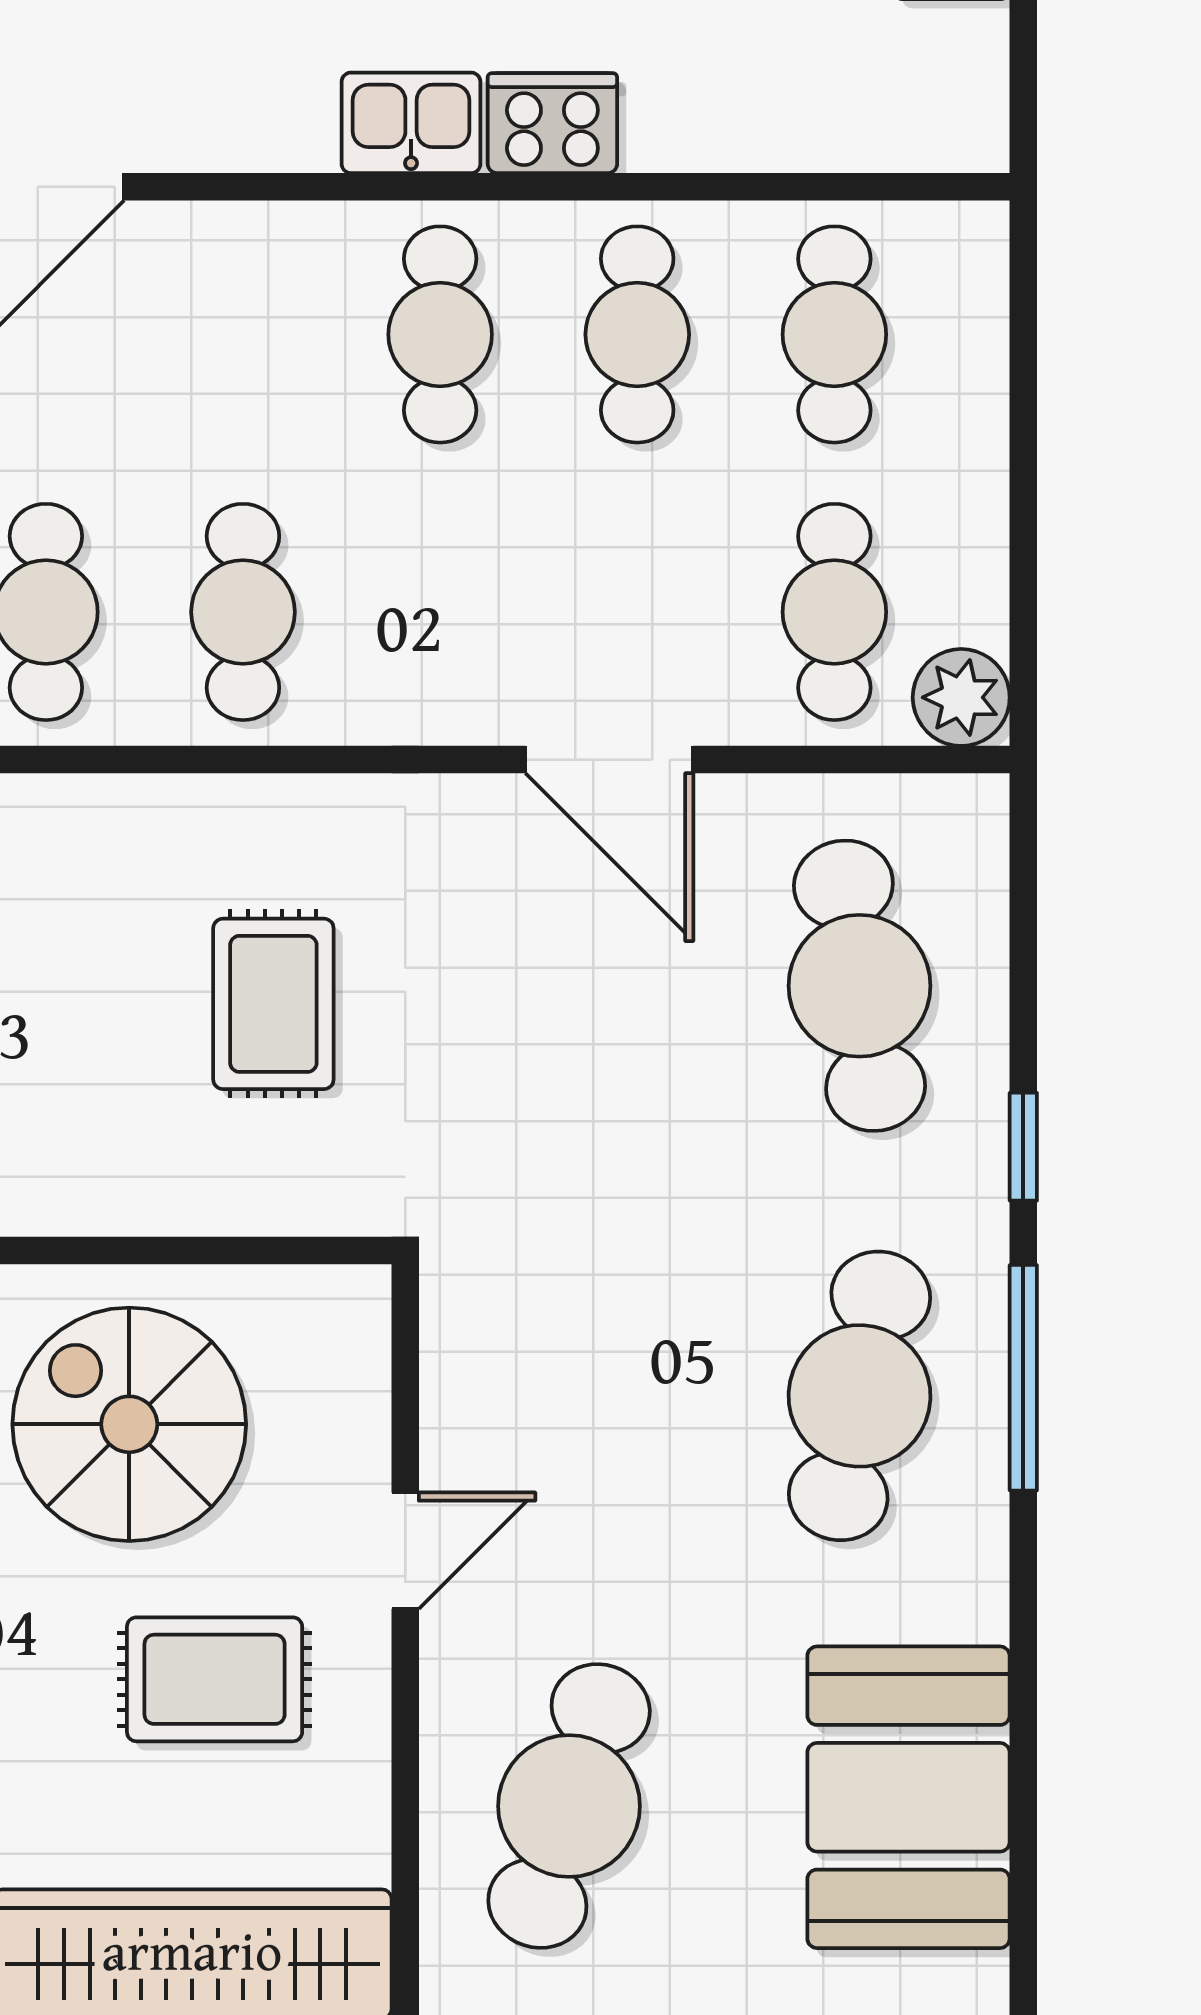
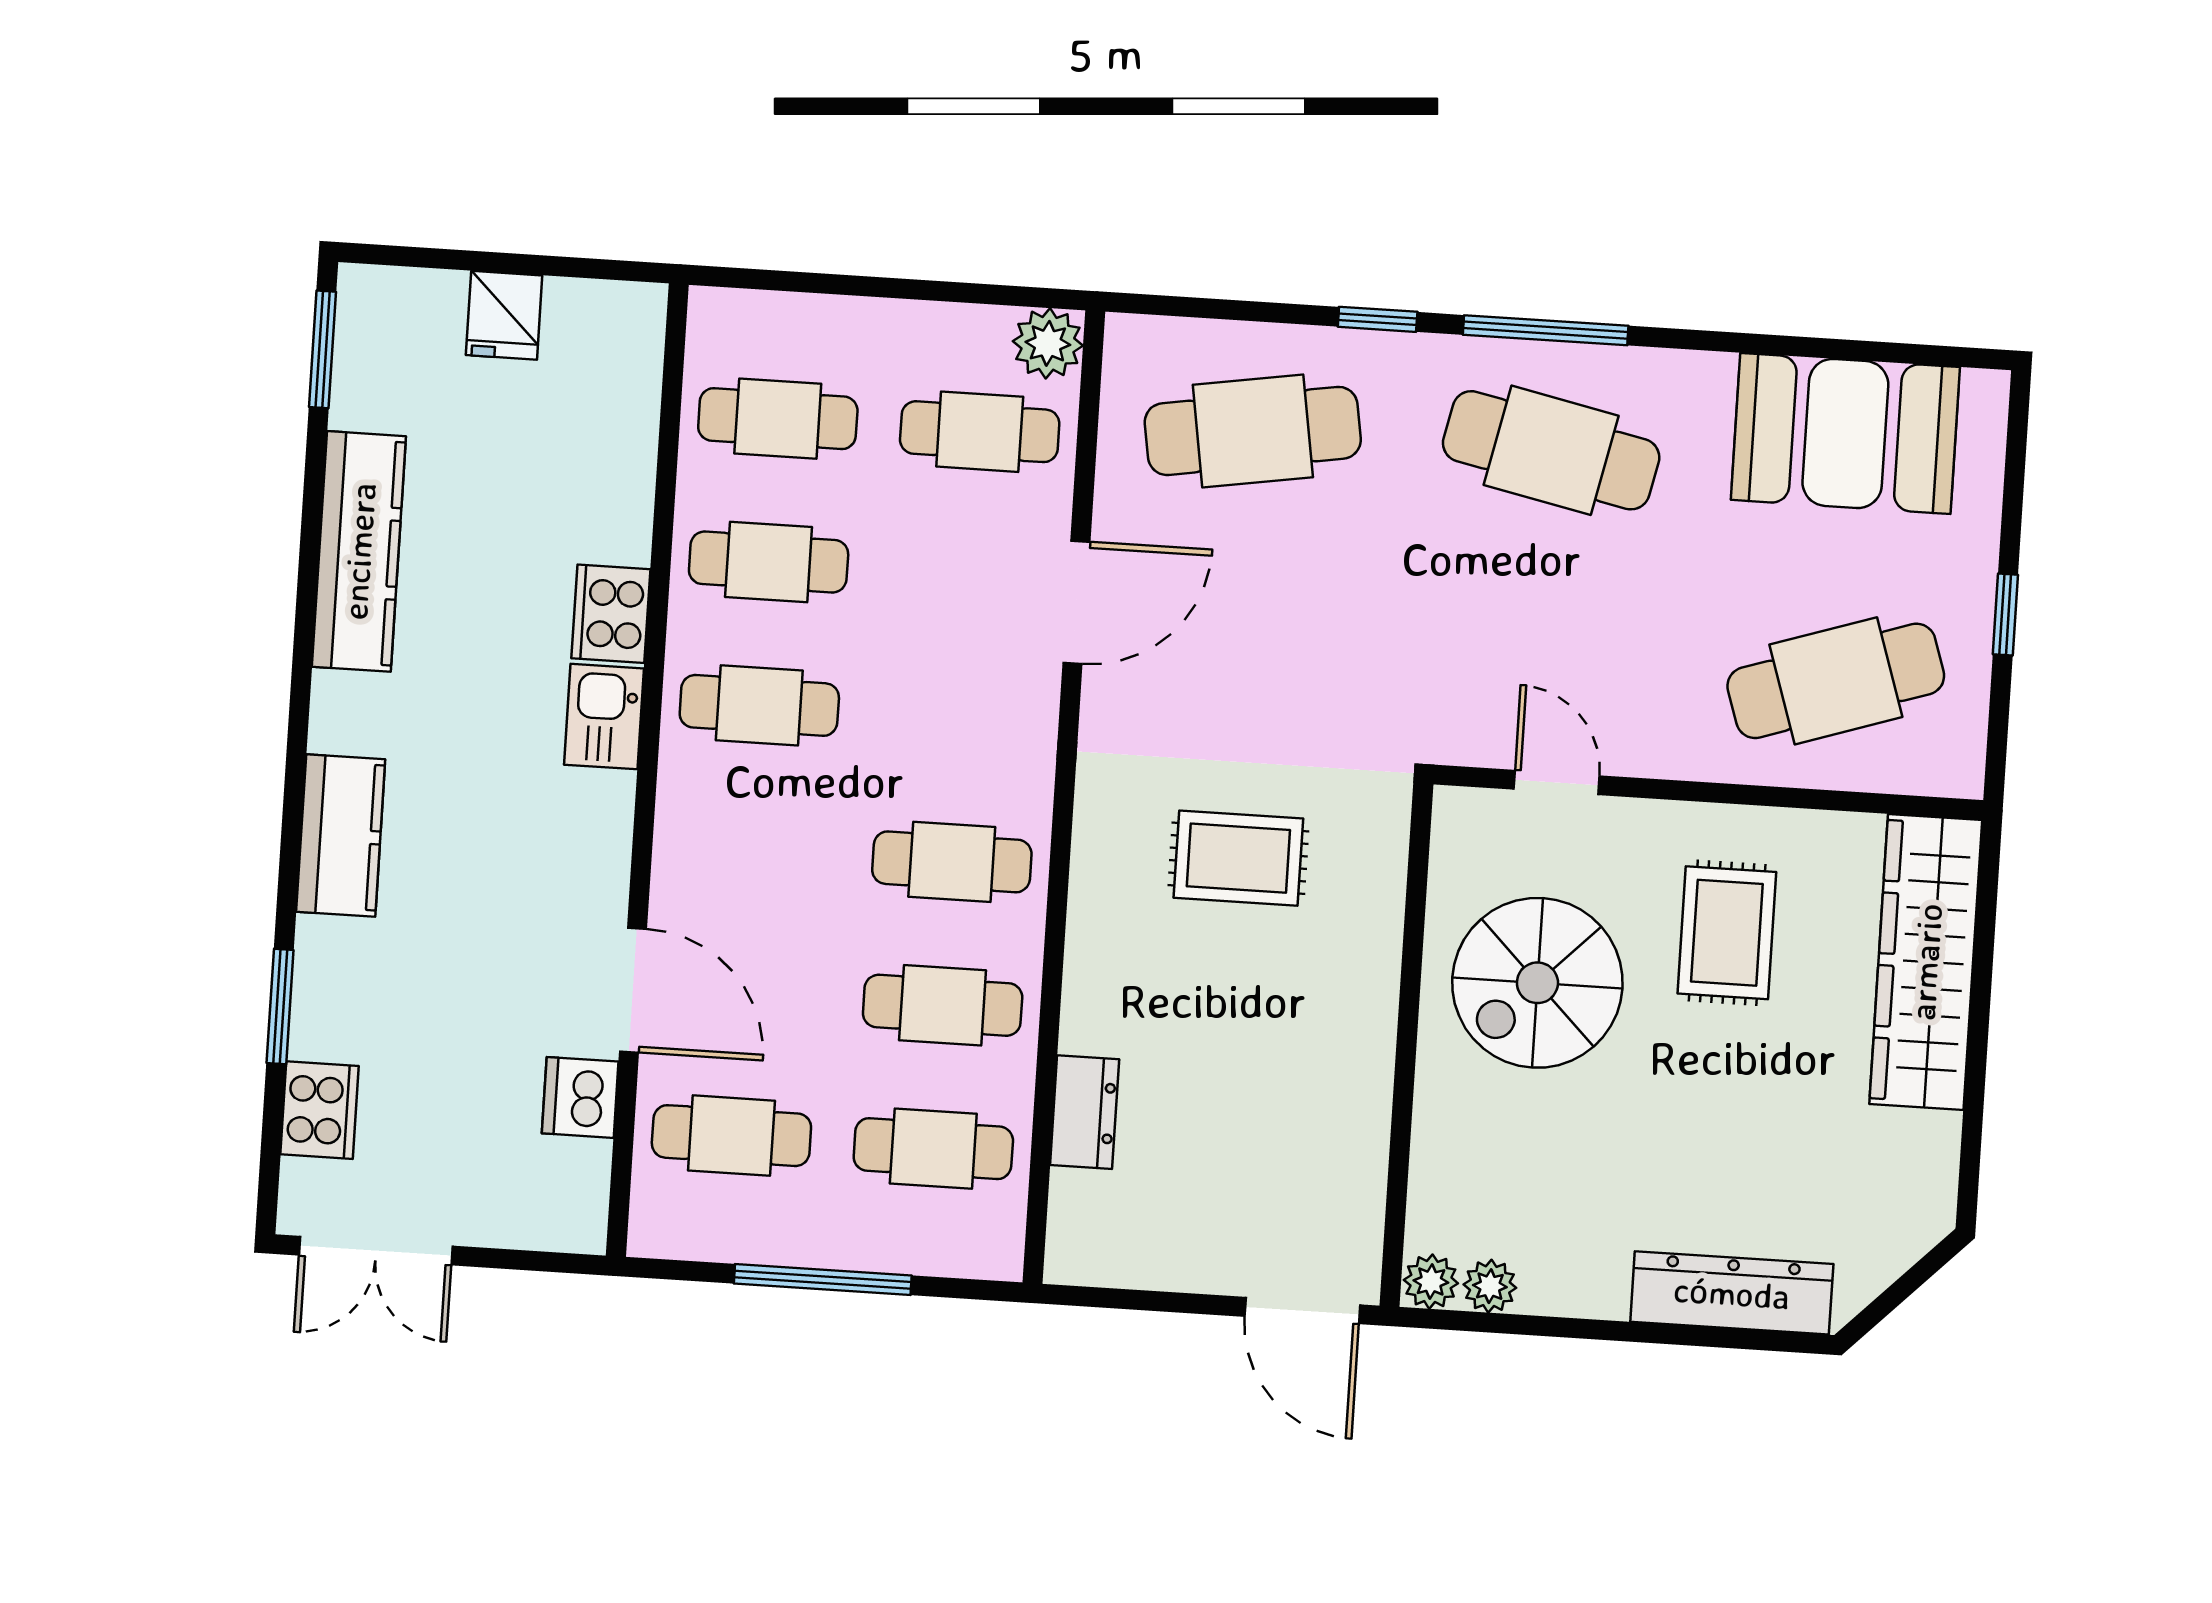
door: (405, 1551) -> (1557, 782), moved
cafe table: (569, 1806) -> (1836, 681), turned -36

